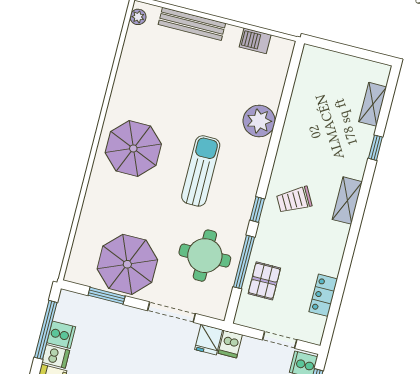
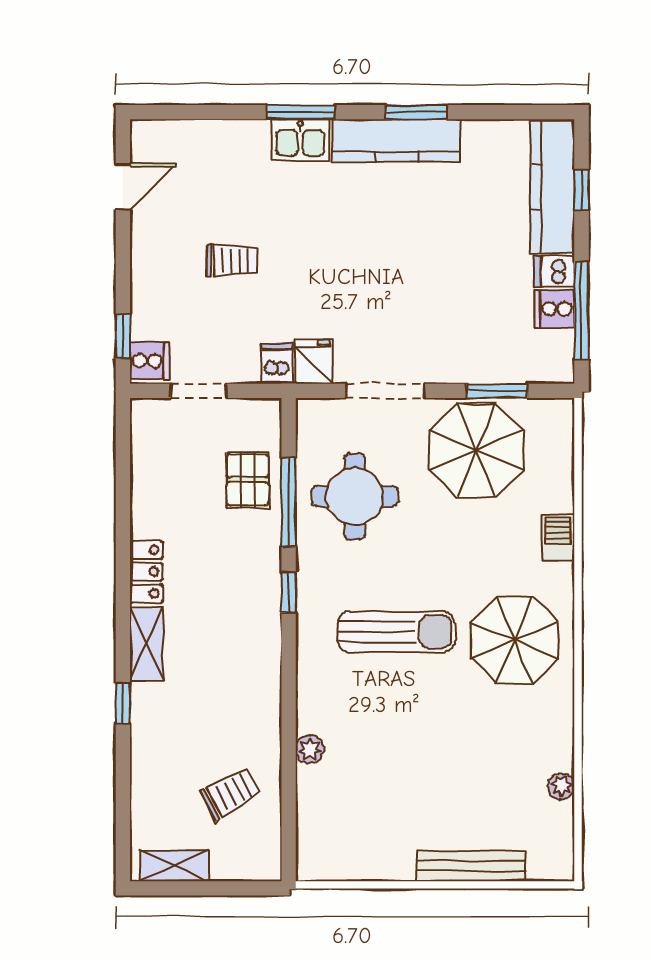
plant: (138, 17) -> (561, 786), moved
barbecue: (255, 41) -> (558, 537), moved, turned -90
shelving: (373, 104) -> (174, 866), moved, turned 90
plant: (259, 121) -> (310, 749), width x0.53, depth x0.53
window: (375, 148) -> (123, 703), moved
sun lounger: (201, 171) -> (396, 632), turned -90
trolley: (294, 200) -> (231, 793), moved
locker: (323, 295) -> (146, 572), moved

